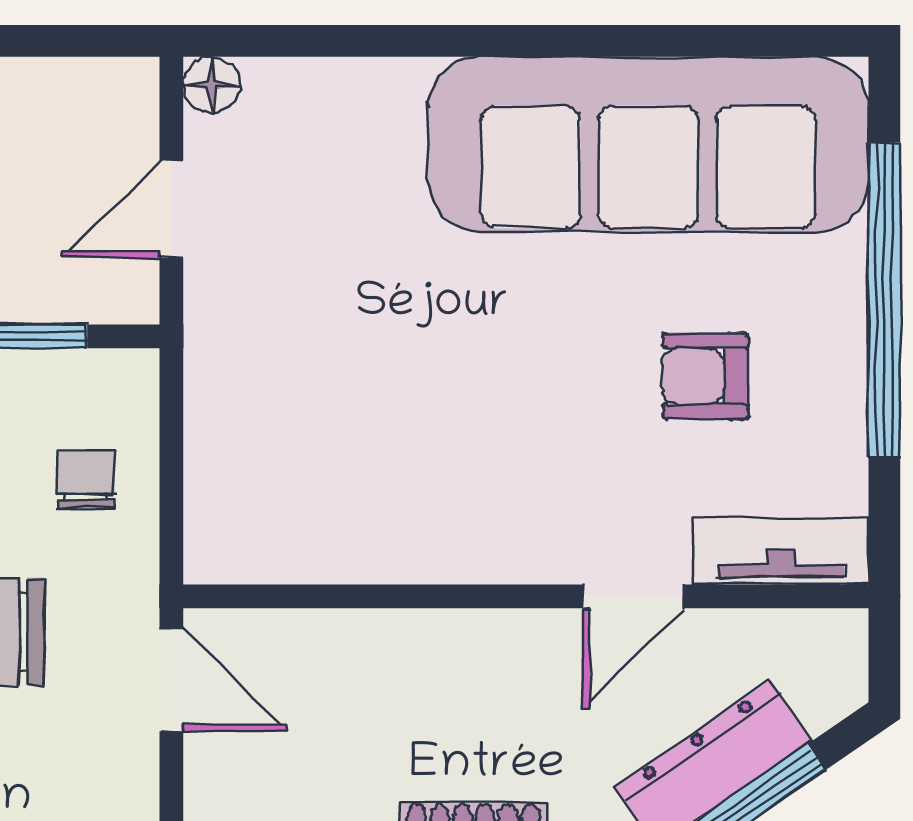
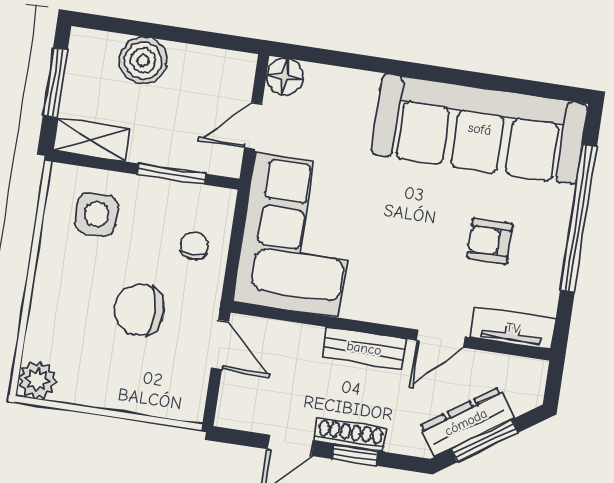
floor lamp: (212, 85) -> (285, 77), width x1.37, depth x1.37
corner sofa: (298, 423) -> (297, 234), added
bench: (476, 641) -> (364, 348), added

